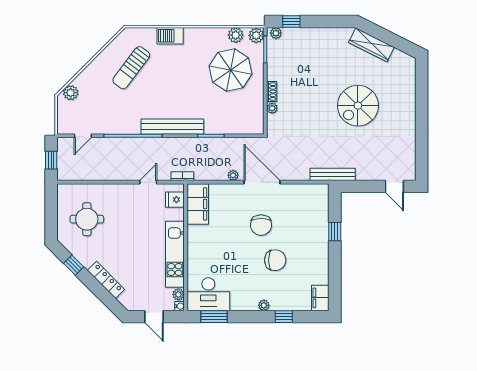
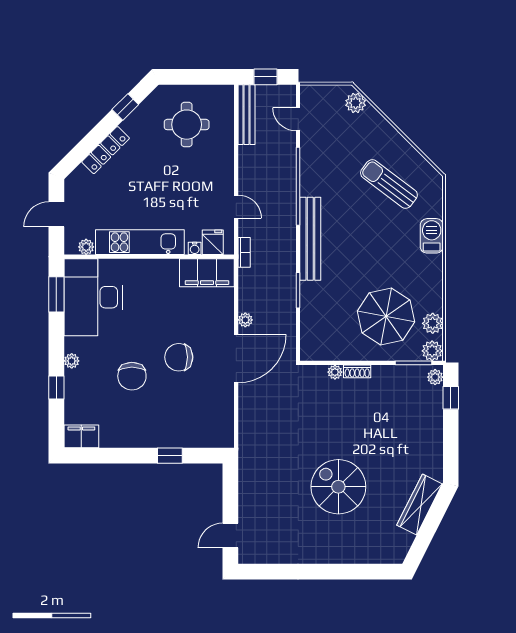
bench: (333, 174) -> (247, 115), moved
desk: (208, 294) -> (93, 297), width x1.36, depth x1.30
water cooler: (180, 306) -> (195, 248), moved

